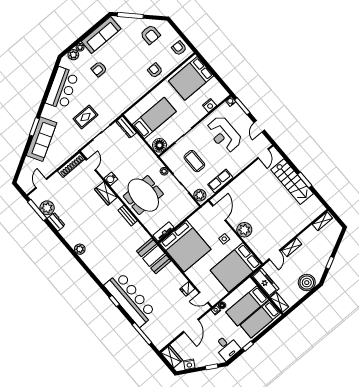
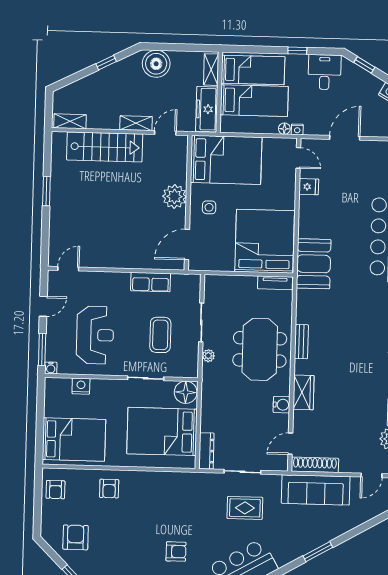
bed: (154, 118) -> (162, 431), width x1.50
sofa: (41, 139) -> (316, 490), moved, turned -150
stairs: (292, 182) -> (105, 147), moved, turned 90
plant: (200, 195) -> (191, 287), removed

